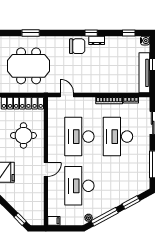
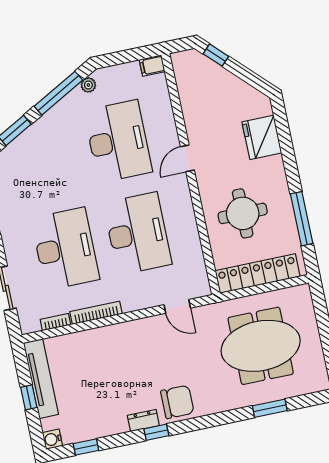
chair: (77, 46) -> (177, 402), turned 180

